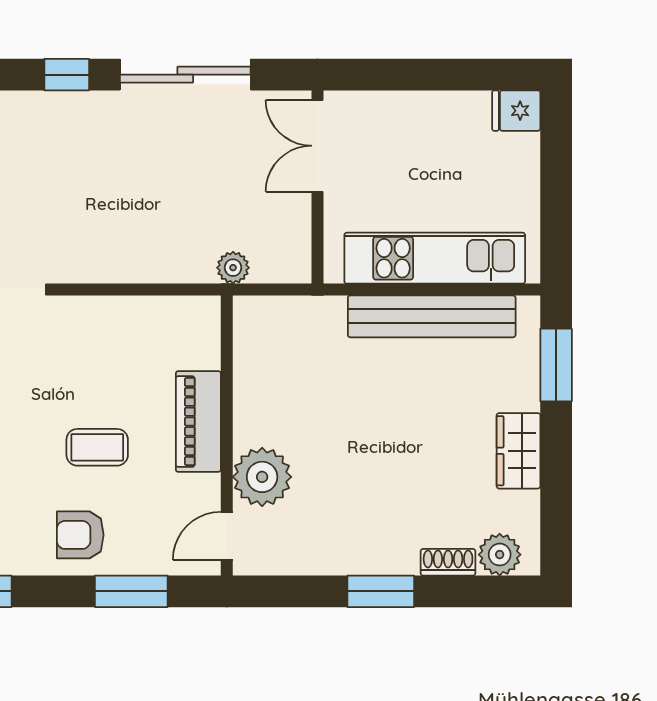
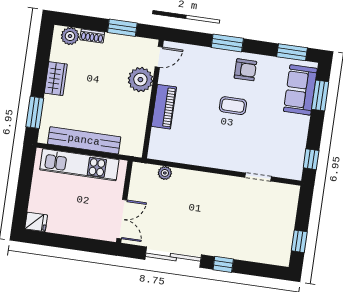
piano: (198, 422) -> (164, 107), moved
wall: (227, 436) -> (153, 99), moved
plant: (262, 477) -> (140, 80), moved
door: (227, 536) -> (159, 57), moved

